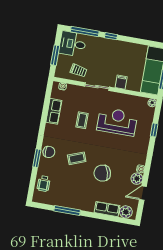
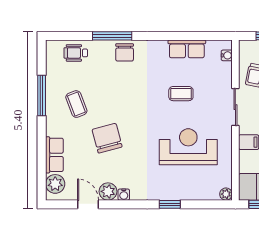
reception desk: (117, 122) -> (188, 147), turned -90
window: (154, 130) -> (170, 204), moved
window: (37, 158) -> (112, 36), width x1.44
coffee table: (77, 158) -> (76, 104), moved

